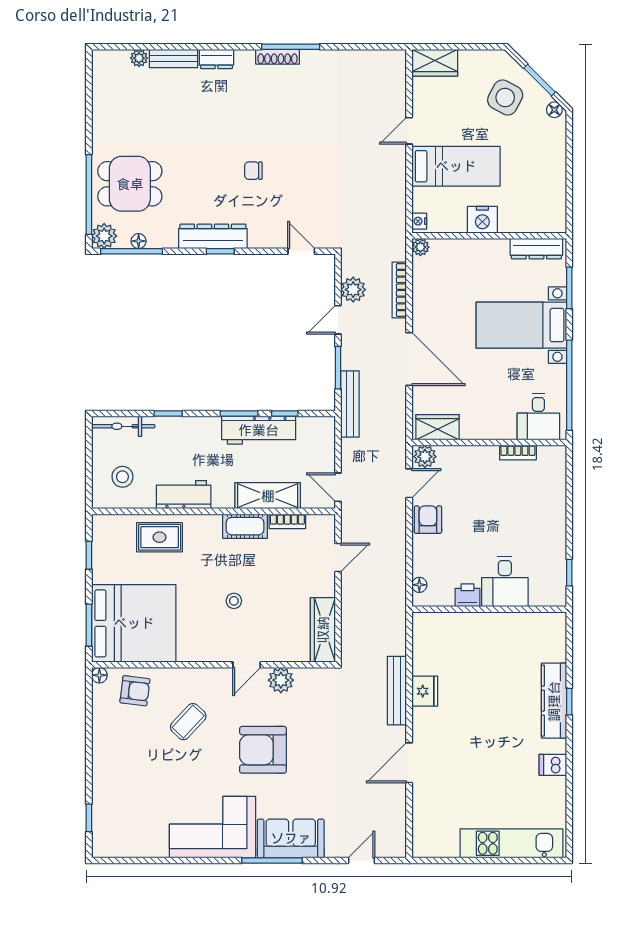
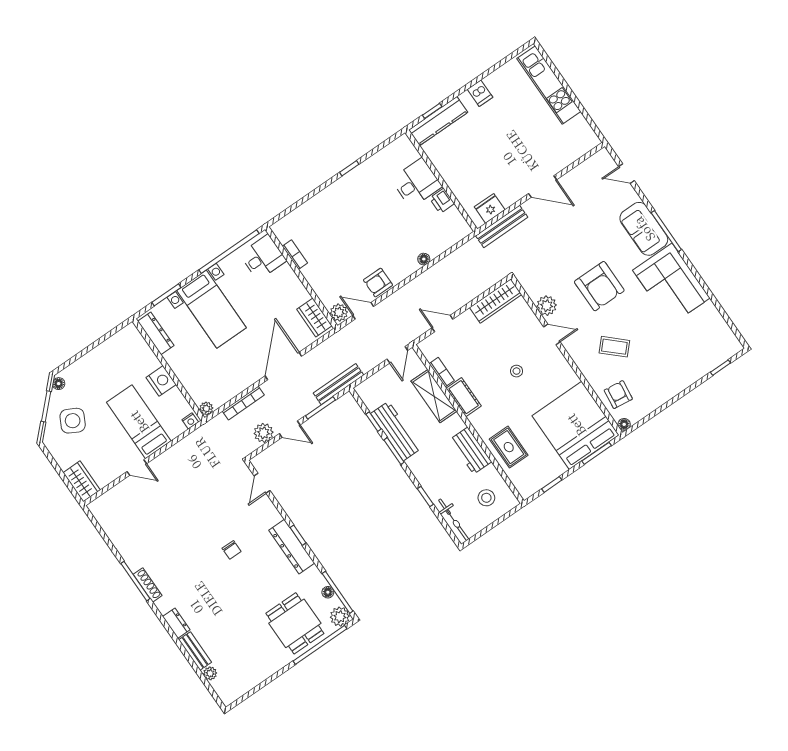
desk: (505, 582) -> (416, 183), moved
printer: (467, 595) -> (442, 201), moved
wall: (489, 609) -> (441, 181), moved

